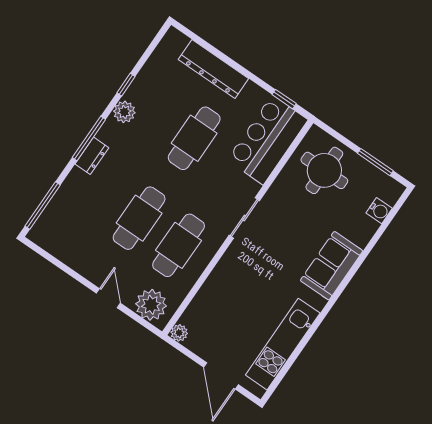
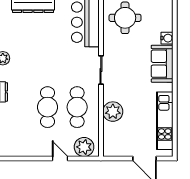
cafe table: (194, 138) -> (48, 47), removed
water cooler: (379, 211) -> (167, 38), moved
plant: (179, 333) -> (113, 112), moved, width x1.88, depth x1.88

